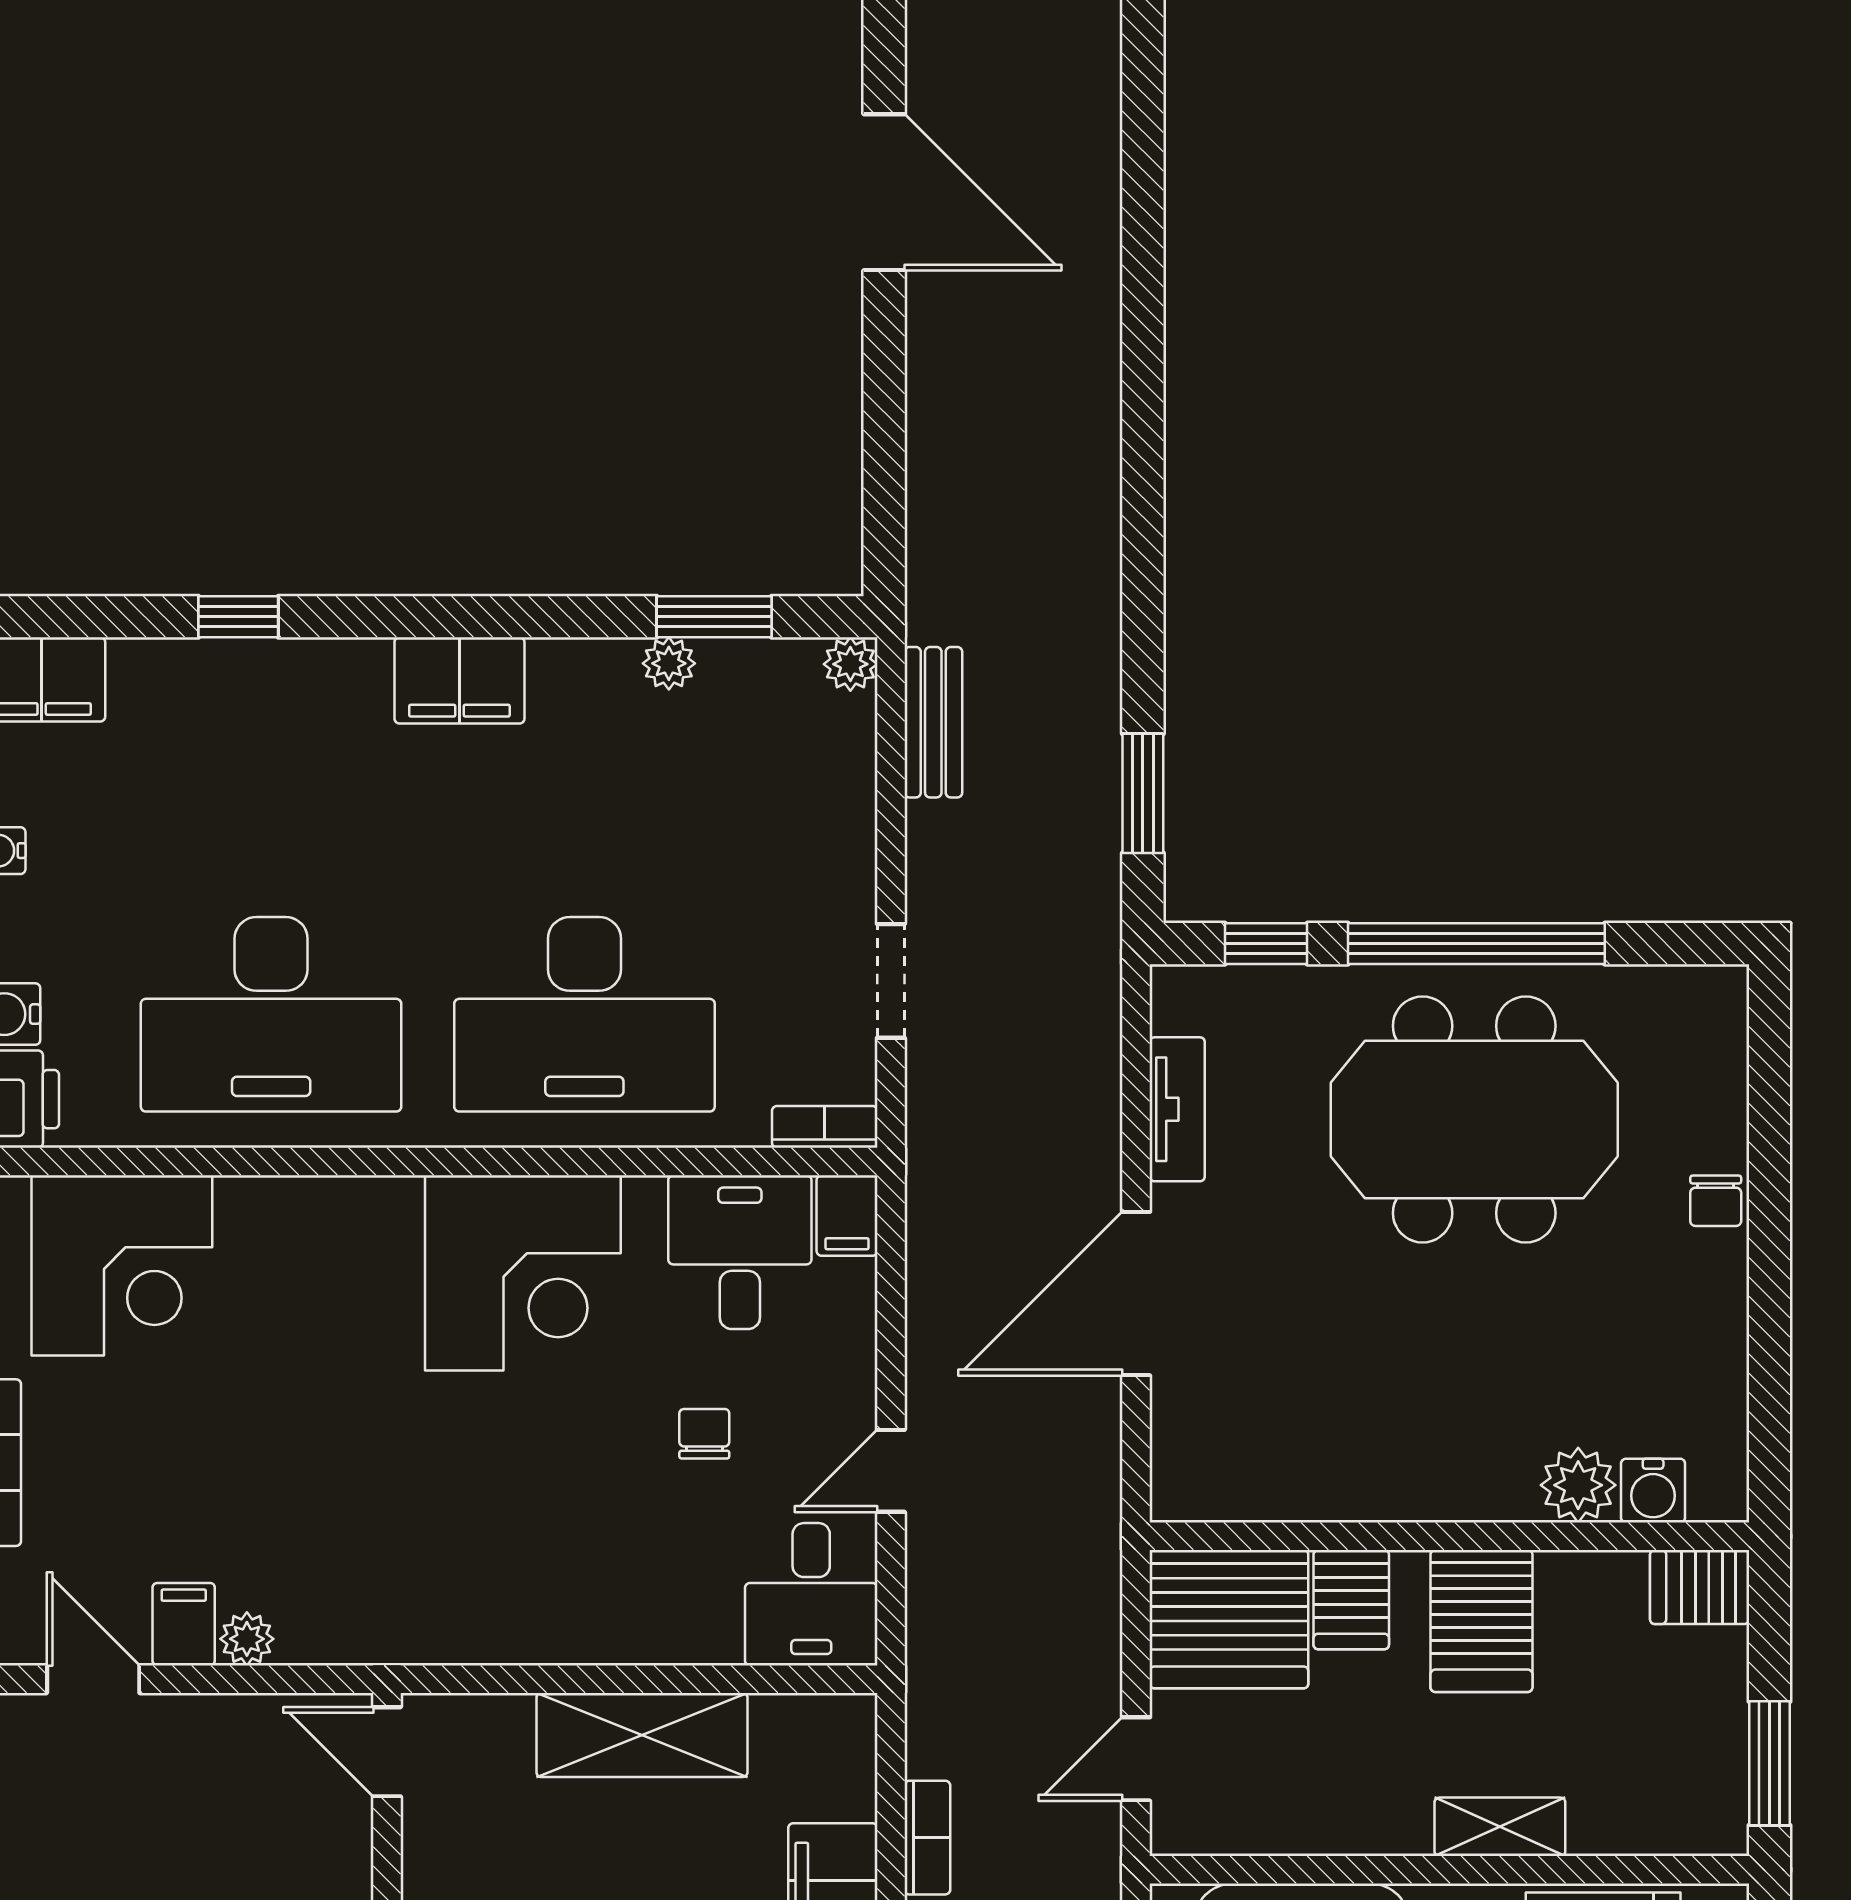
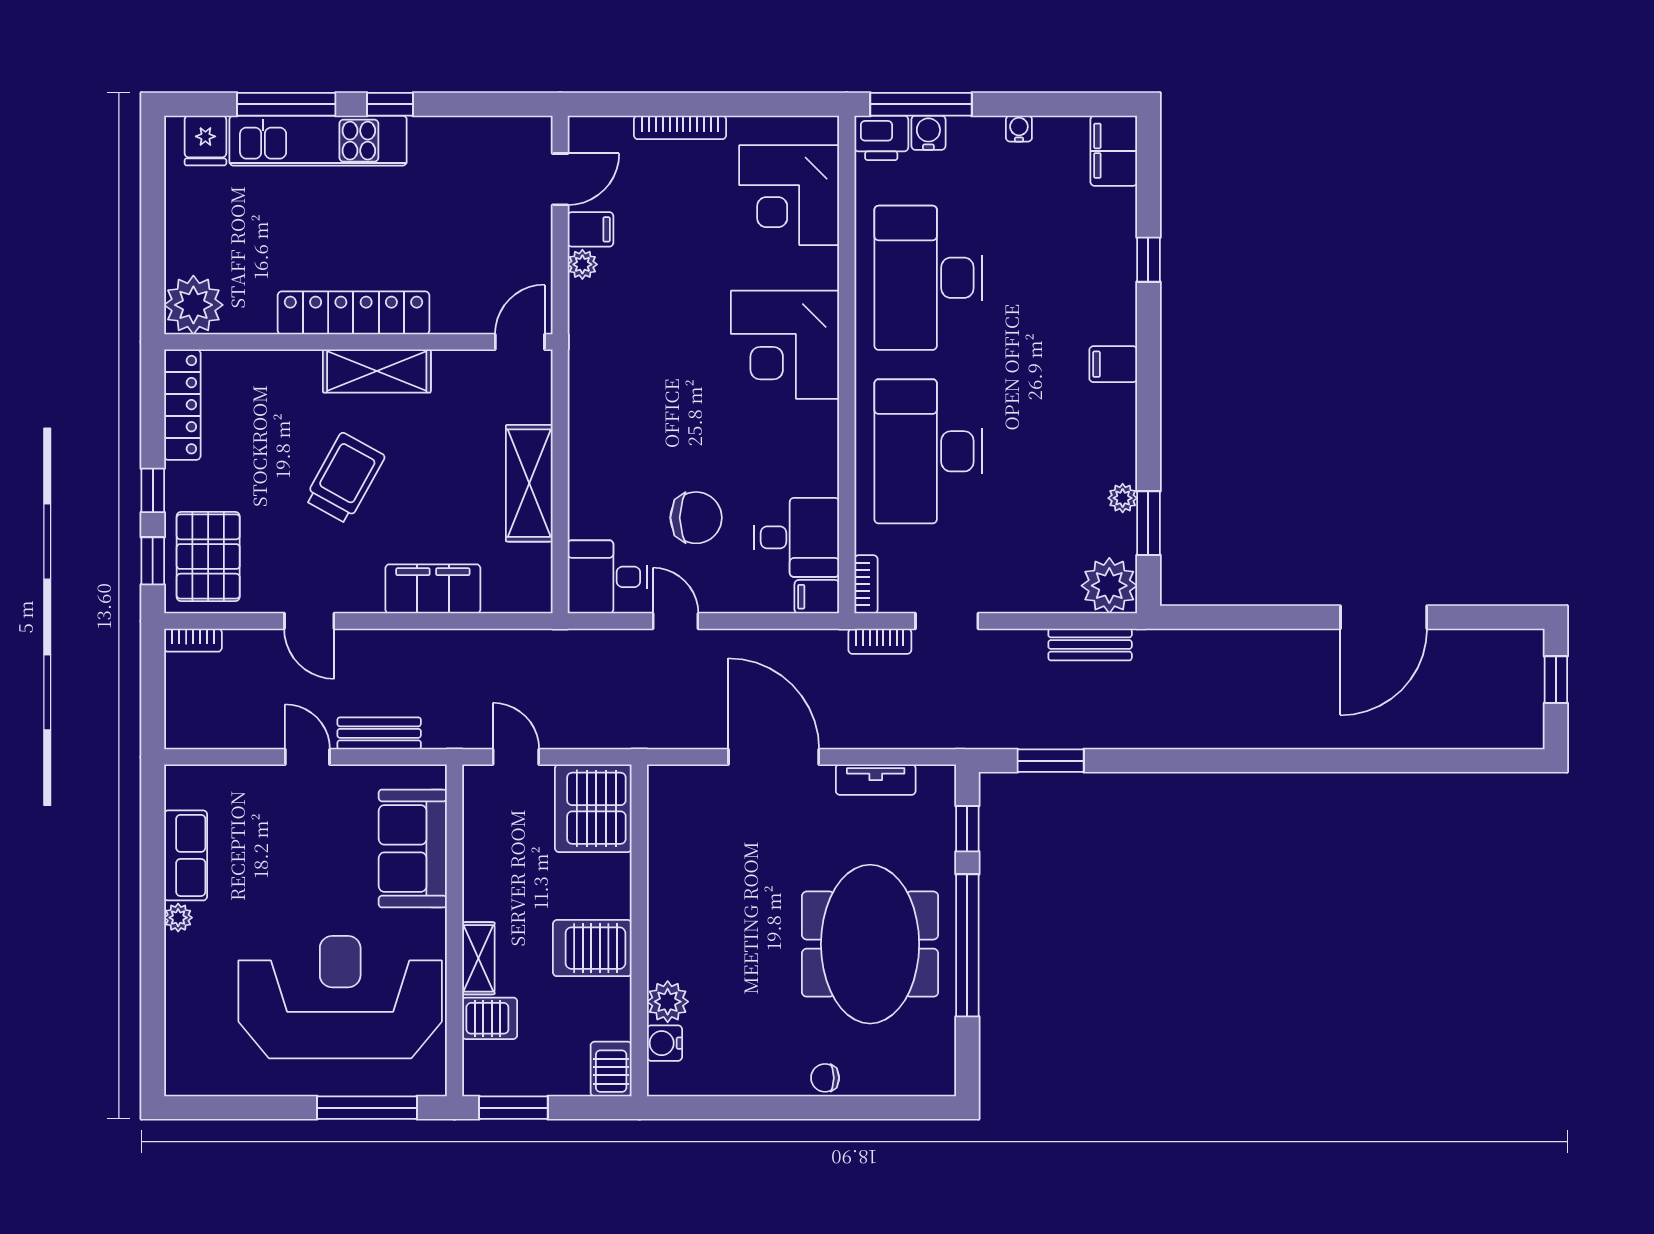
plant: (850, 664) -> (1109, 586), width x1.87, depth x1.87
filing cabinet: (459, 680) -> (1113, 364), width x0.50
corner desk: (523, 1273) -> (785, 345), moved
chair: (704, 1434) -> (696, 518), width x1.87, depth x1.87
server rack: (1351, 1600) -> (490, 1018), moved, turned 180
bookcase: (927, 1838) -> (880, 641), moved

